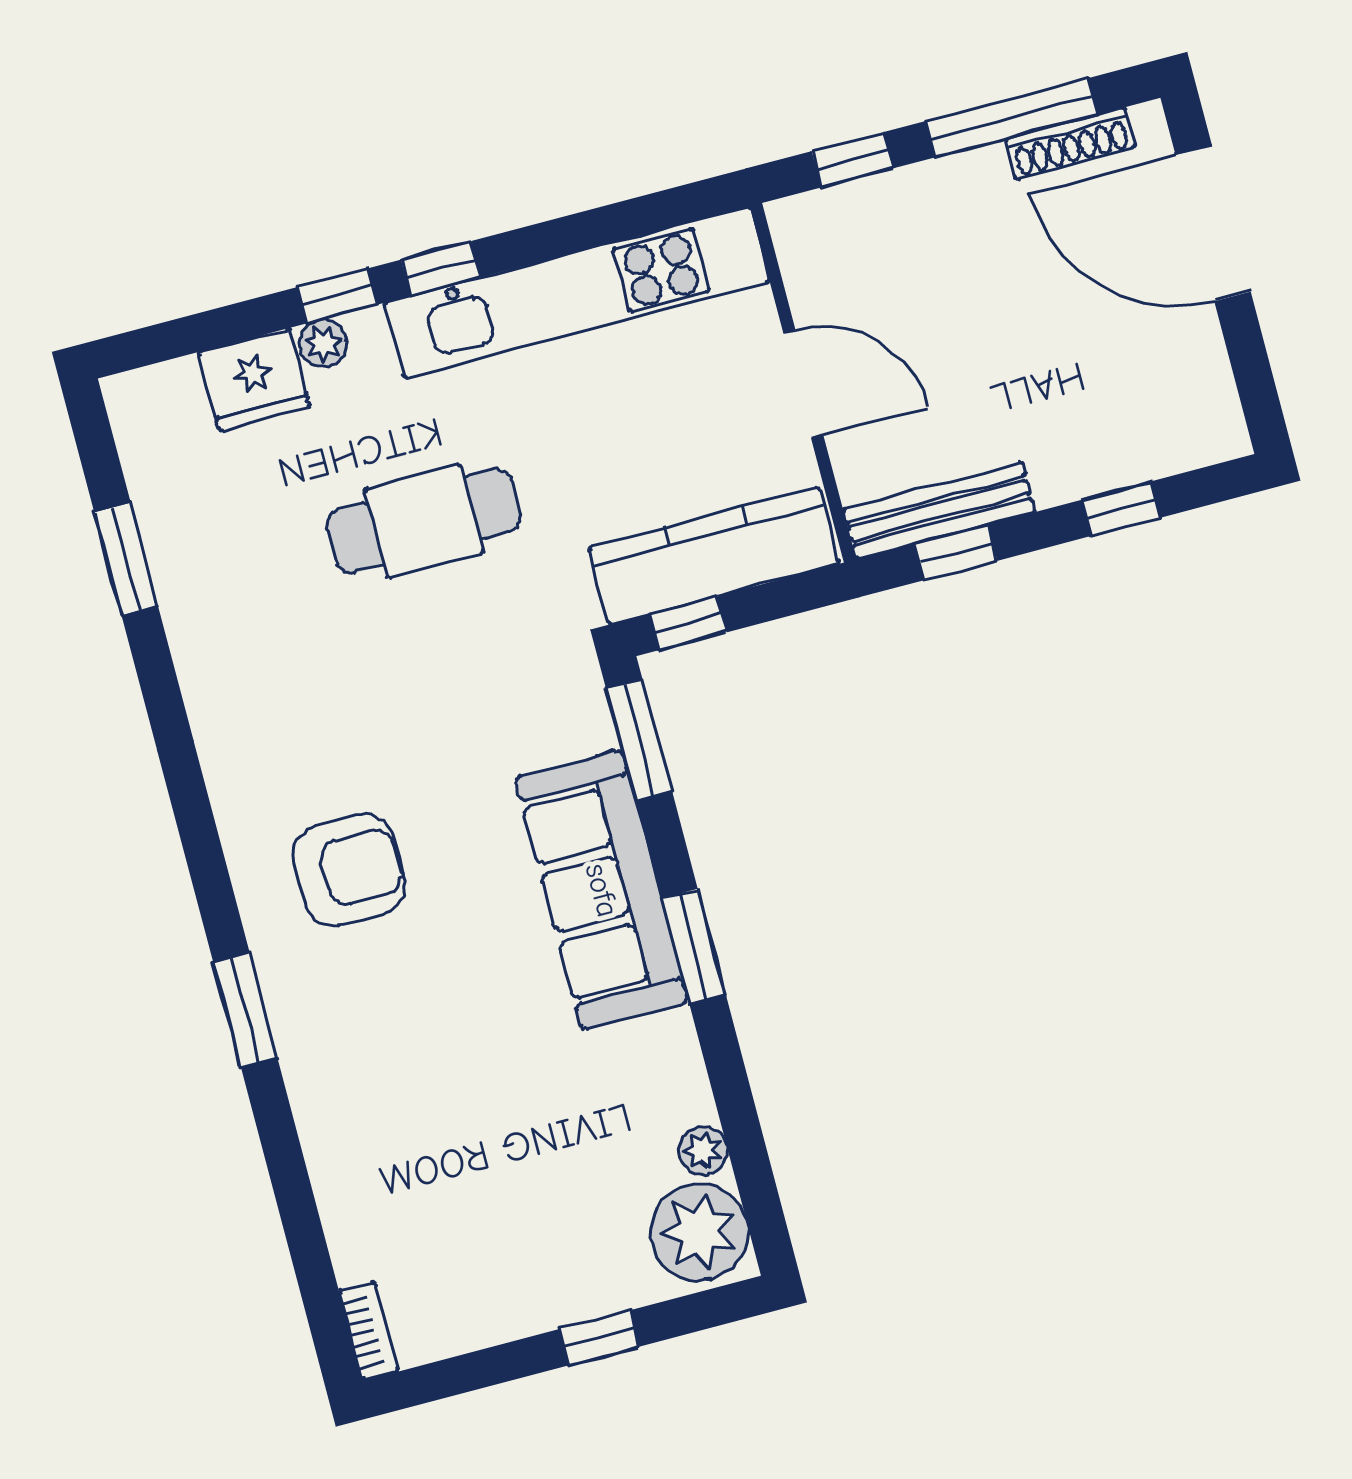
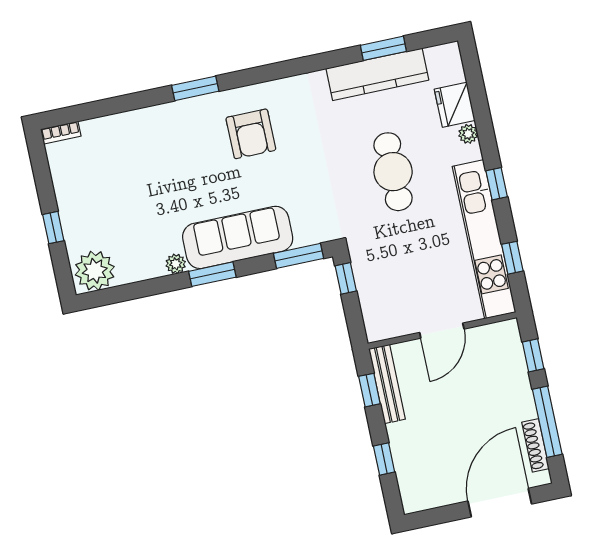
window: (337, 296) -> (512, 258), moved
kitchen counter: (714, 556) -> (377, 74), moved, turned 90
plant: (703, 1151) -> (176, 264), moved

